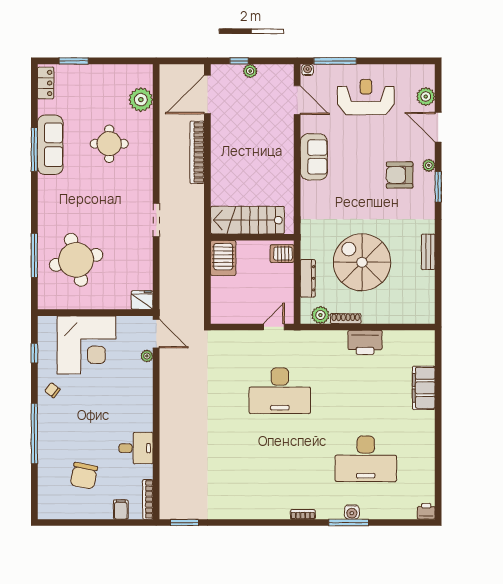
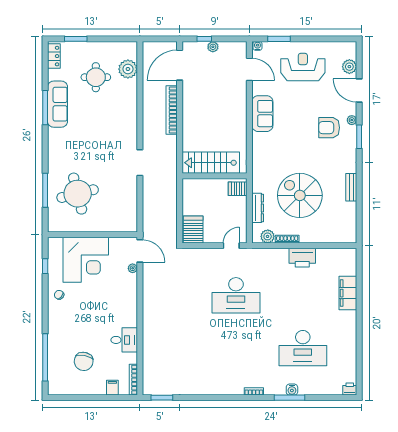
window: (335, 61) -> (279, 39), width x0.69
round table: (109, 144) -> (96, 77), moved
server rack: (223, 258) -> (193, 230), moved, turned 180
fridge: (142, 300) -> (129, 225), removed
window: (34, 434) -> (45, 357), moved

